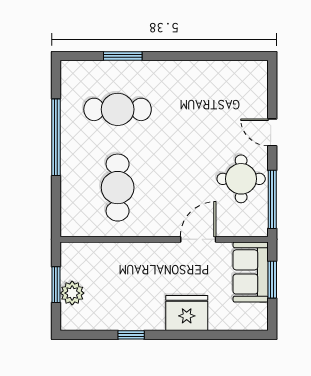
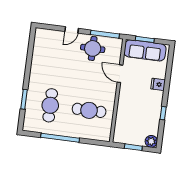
sofa: (251, 272) -> (145, 50), width x1.36
plant: (72, 293) -> (151, 141), moved
fridge: (187, 313) -> (158, 84), width x0.53, depth x0.75

